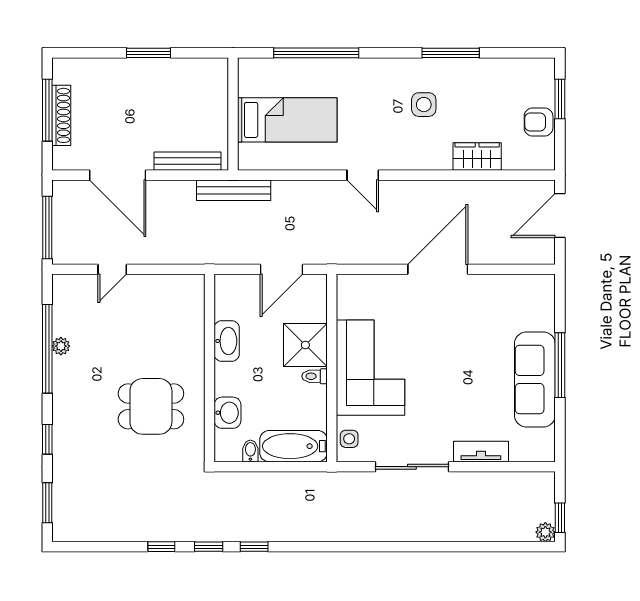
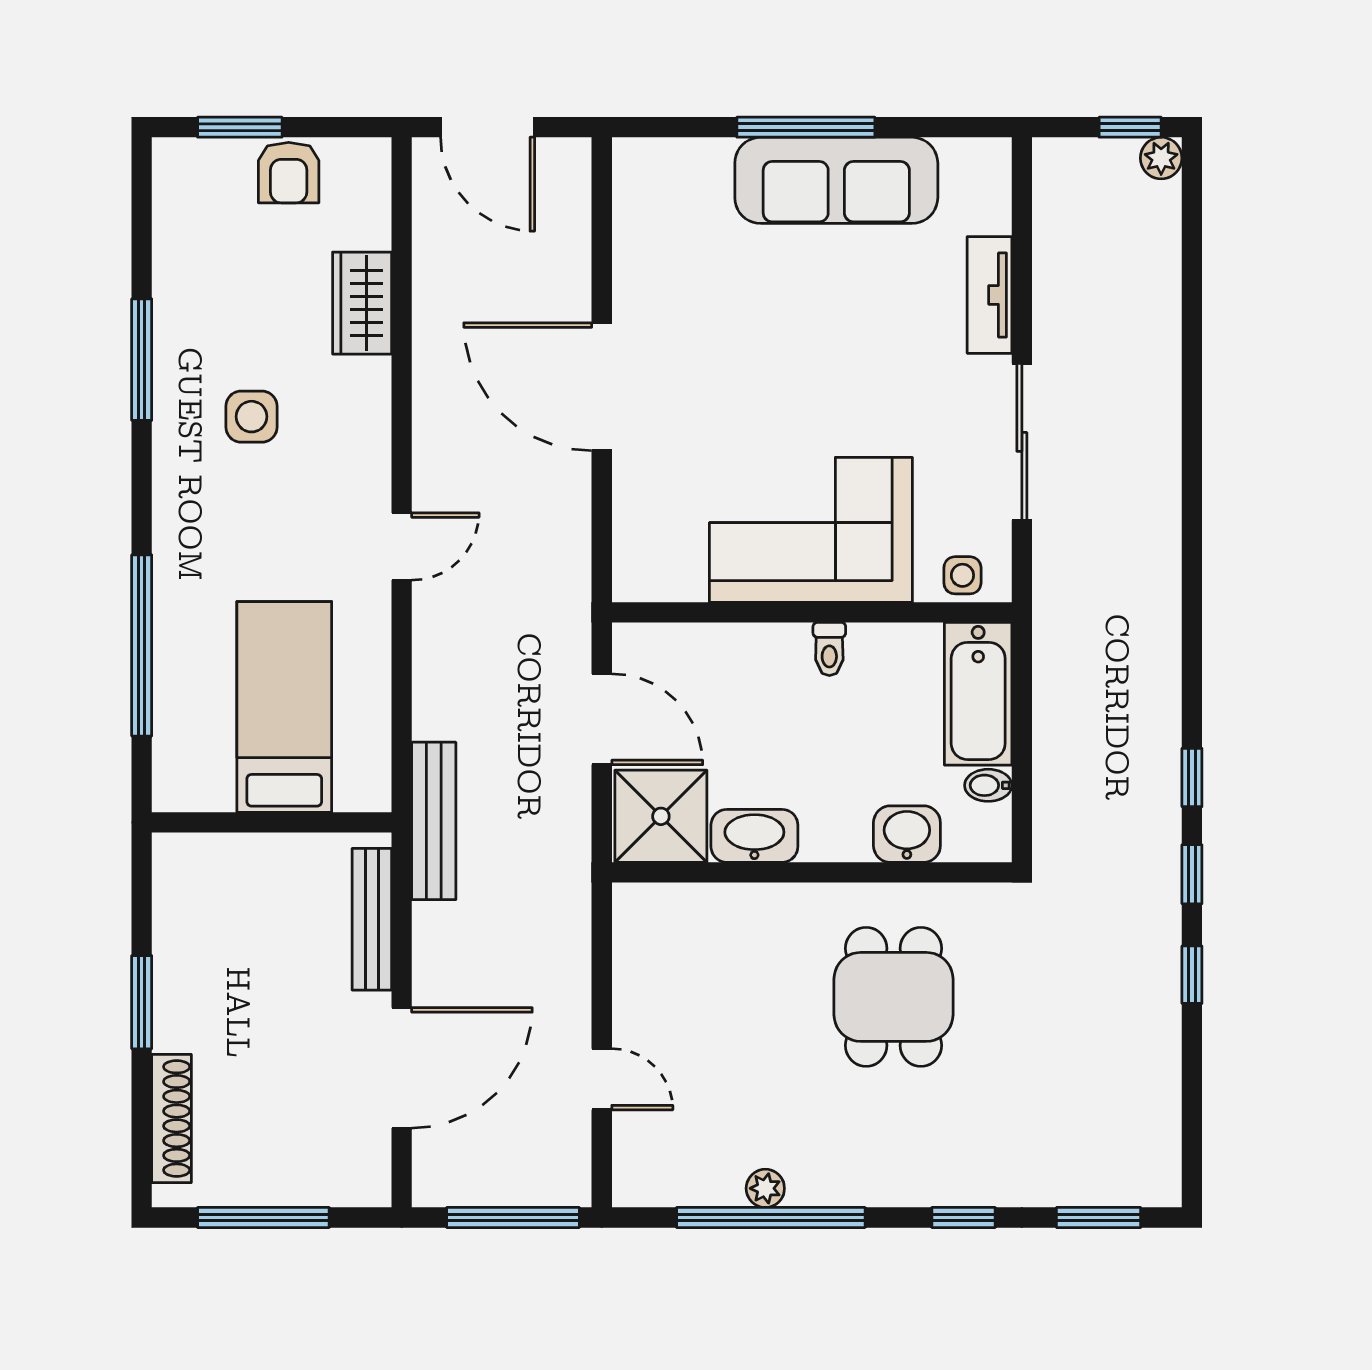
shoe rack: (61, 115) -> (171, 1118), moved, turned 90
shower: (305, 345) -> (661, 816), moved

